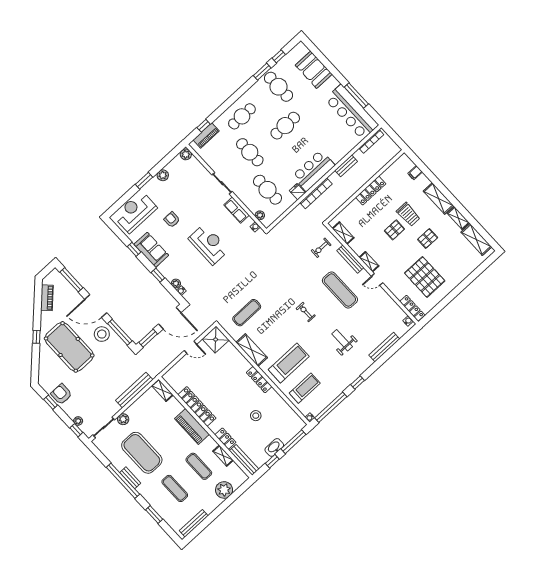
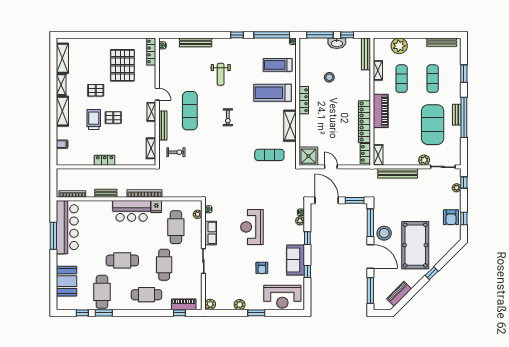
locker: (371, 191) -> (105, 160), width x0.66
locker: (225, 439) -> (365, 153), moved

